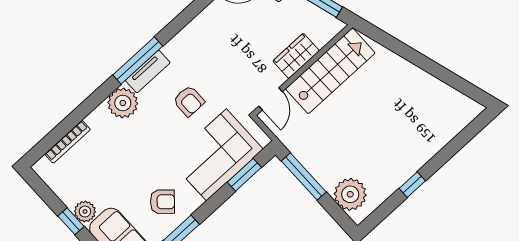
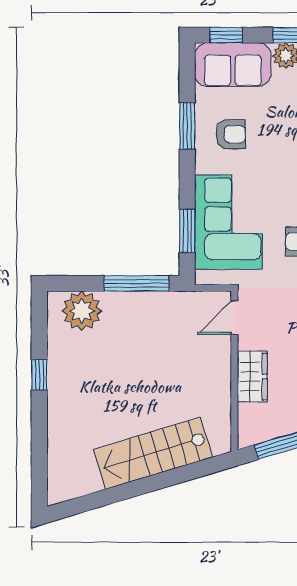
stairs: (330, 71) -> (153, 453), moved, turned 73
door: (271, 99) -> (234, 318), hinge flipped
armchair: (162, 202) -> (231, 134), turned -132

